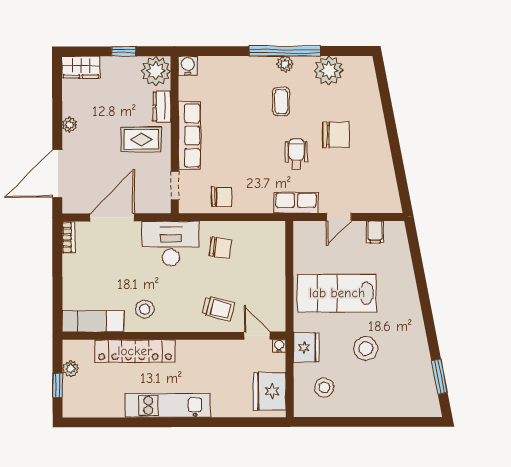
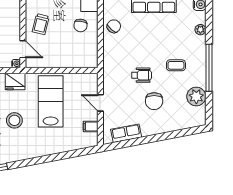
plant: (285, 64) -> (200, 30), moved
chair: (222, 197) -> (114, 26), turned -140
row of seats: (296, 203) -> (126, 133), moved, turned -101
door: (257, 336) -> (23, 49), hinge flipped

